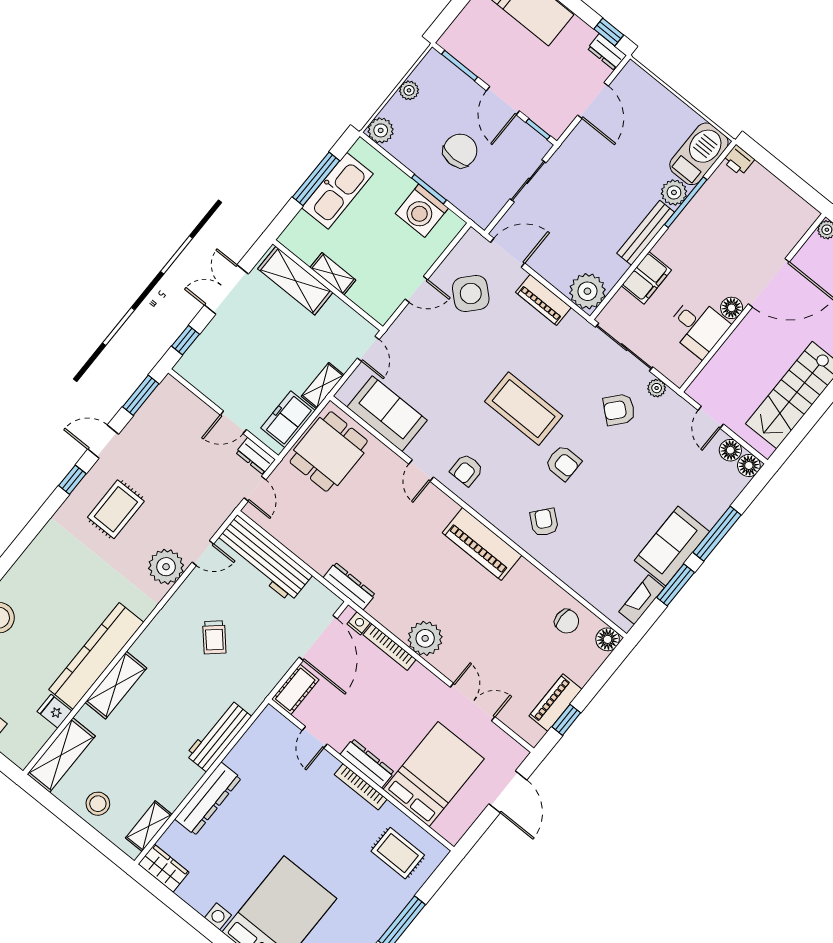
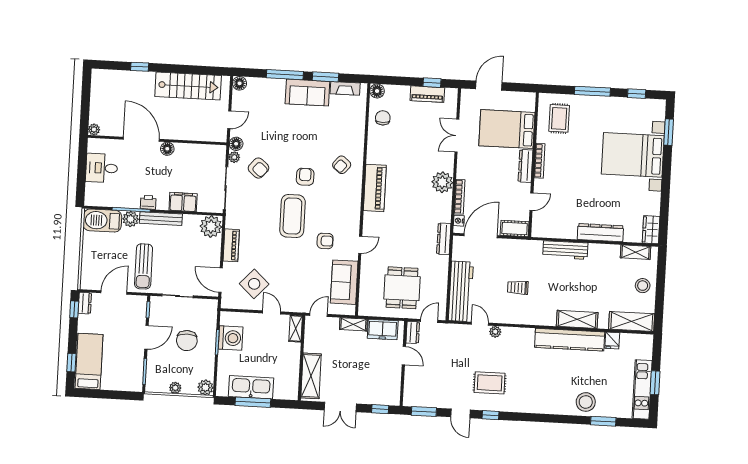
chair: (460, 151) -> (187, 341), turned -90
printer: (738, 160) -> (148, 202), moved, turned -90
sun lounger: (599, 164) -> (144, 266), added
shelving: (333, 274) -> (296, 328), moved
desk: (698, 327) -> (102, 168), moved, turned -90
floor lamp: (730, 450) -> (236, 144), moved
dining table: (329, 451) -> (402, 288), moved, turned 90
armchair: (467, 470) -> (325, 241), moved
plant: (166, 567) -> (495, 332), width x0.53, depth x0.53
trolley: (214, 637) -> (518, 288), turned -138

